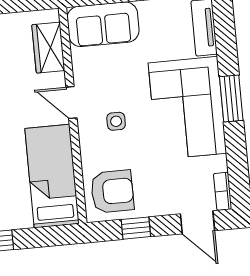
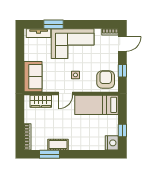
window: (231, 98) -> (53, 24), moved

